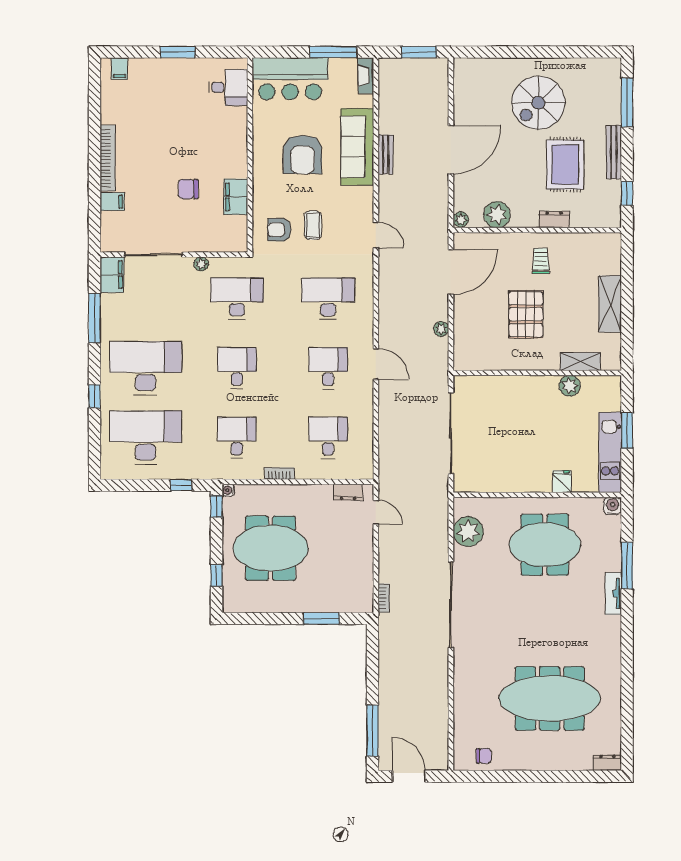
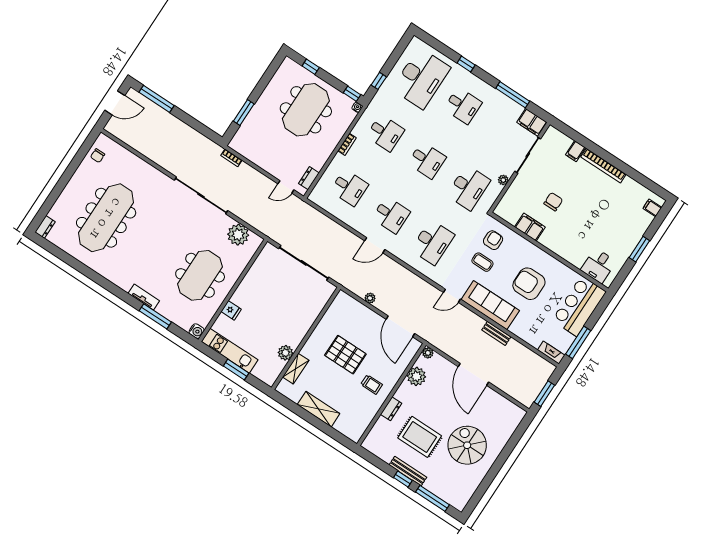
sofa: (357, 147) -> (490, 305), moved
window: (627, 193) -> (403, 479), moved
desk: (146, 368) -> (463, 106), width x0.53, depth x0.77

